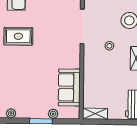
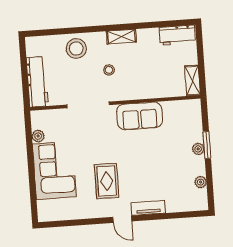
sofa: (69, 87) -> (140, 116), moved
plant: (53, 114) -> (198, 149), moved

